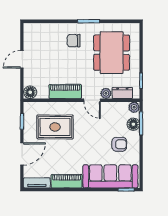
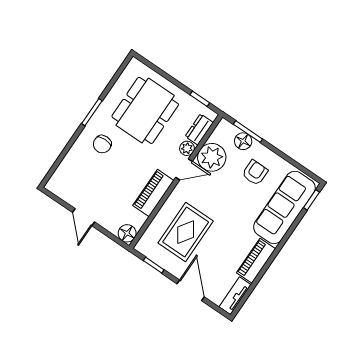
dining table: (112, 53) -> (145, 110), turned 90
plant: (134, 107) -> (212, 157), moved, width x1.88, depth x1.88

